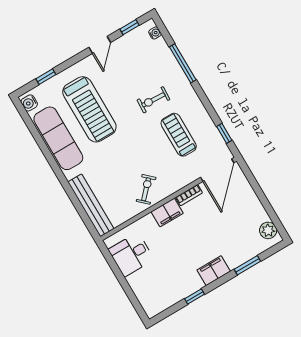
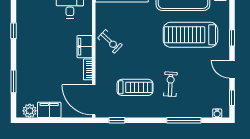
window: (46, 77) -> (232, 38), moved
filing cabinet: (214, 271) -> (49, 110), moved, turned -90

